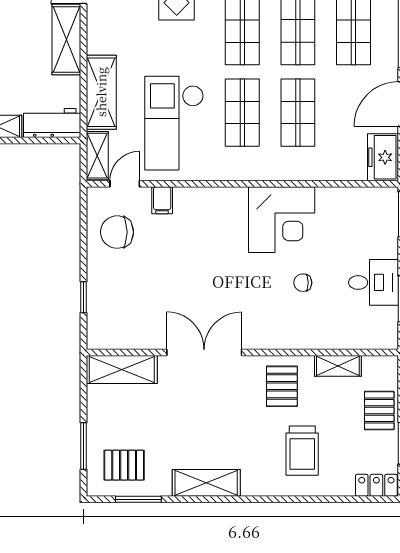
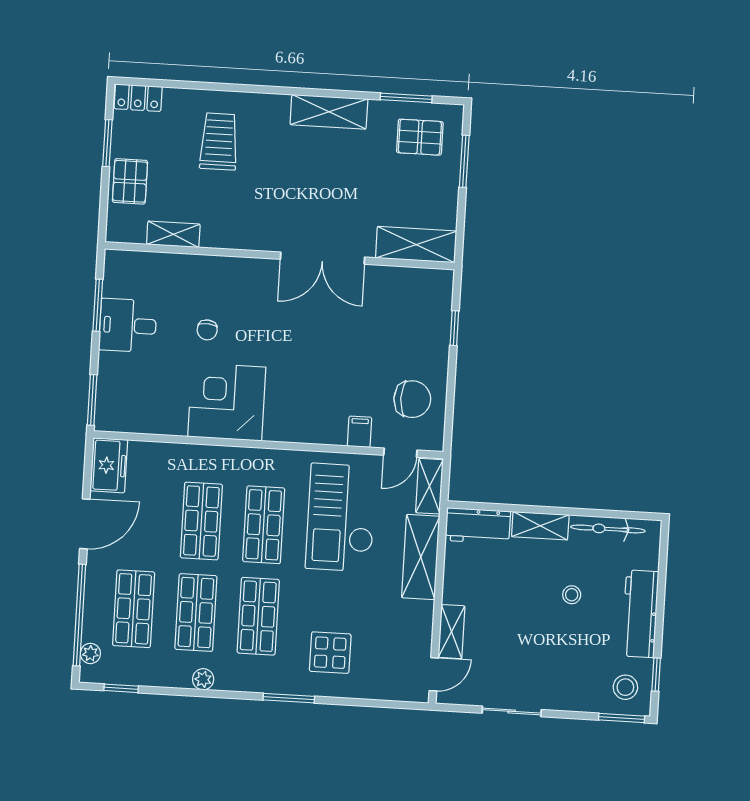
shelving: (66, 39) -> (451, 632), width x0.67, depth x0.75
checkout: (174, 123) -> (341, 518), turned 180
chair: (303, 283) -> (207, 330), turned 94
pallet: (282, 386) -> (238, 215), removed

